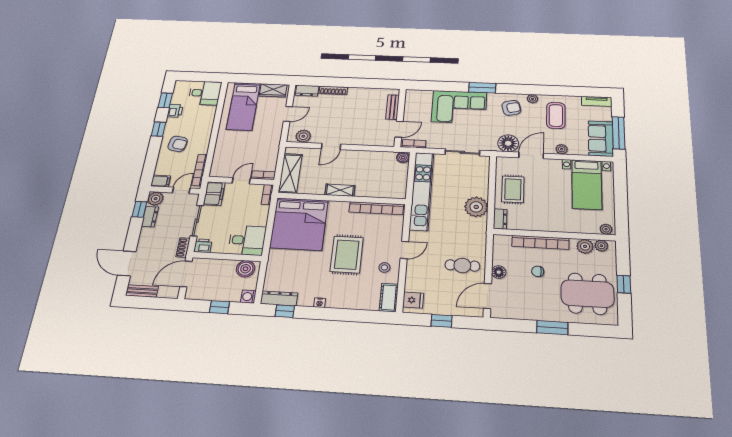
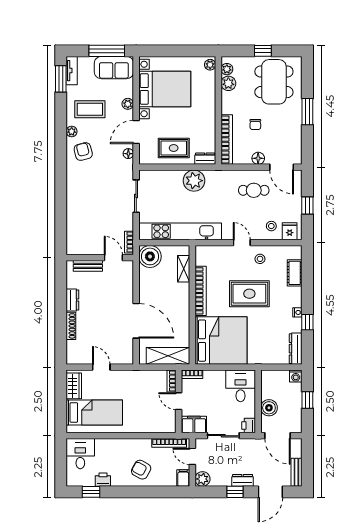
window: (482, 88) -> (61, 79), moved
dresser: (307, 91) -> (72, 300), moved
corner sofa: (459, 107) -> (85, 202), removed
window: (158, 129) -> (125, 492), removed
plant: (303, 136) -> (126, 349), removed
floor lamp: (508, 143) -> (128, 154), width x0.53, depth x0.53
armchair: (178, 144) -> (141, 470), turned -72
door: (331, 146) -> (136, 321), width x1.87
door: (531, 155) -> (136, 132), hinge flipped
boiler: (403, 158) -> (150, 256), width x1.86, depth x1.86
bed with nightstands: (587, 184) -> (165, 89), width x1.36
shelving: (340, 190) -> (184, 269), moved
bookcase: (376, 208) -> (201, 291), moved
window: (139, 209) -> (235, 492), moved
dresser: (150, 217) -> (243, 480), moved
bookcase: (540, 242) -> (227, 140), moved
shoe rack: (183, 248) -> (251, 443), removed
cafe table: (462, 265) -> (254, 190), turned 90
boiler: (246, 269) -> (269, 408), moved
stool: (421, 281) -> (271, 226), added
cot: (389, 297) -> (295, 273), moved, turned 90
window: (285, 311) -> (307, 322), moved

